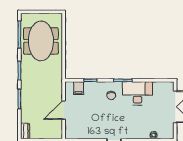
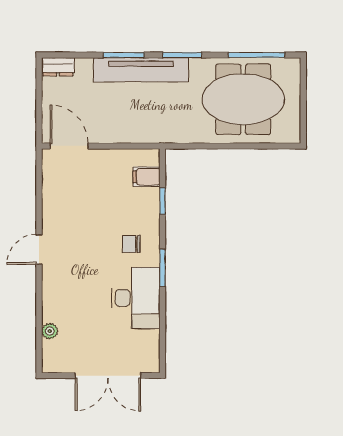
tv unit: (27, 91) -> (141, 70), added
door: (64, 110) -> (69, 146), moved

